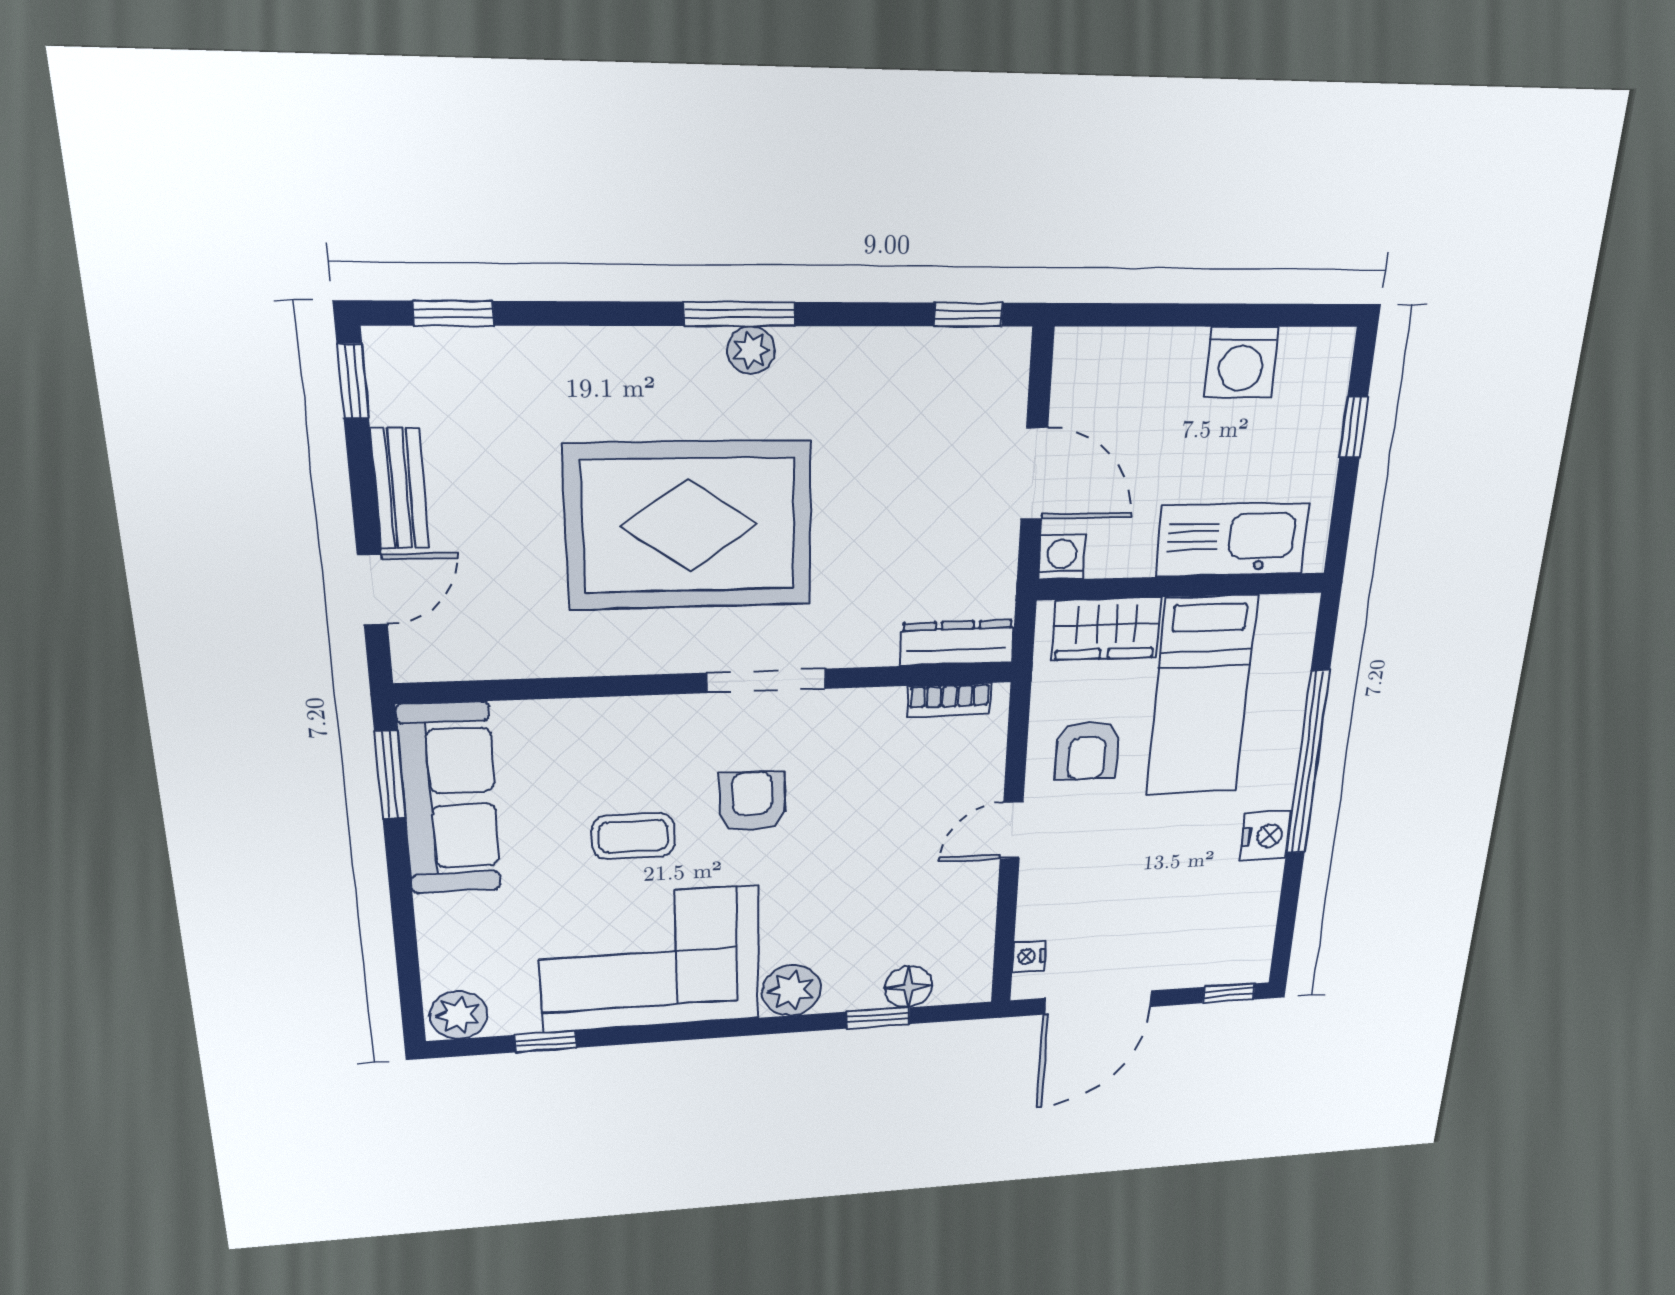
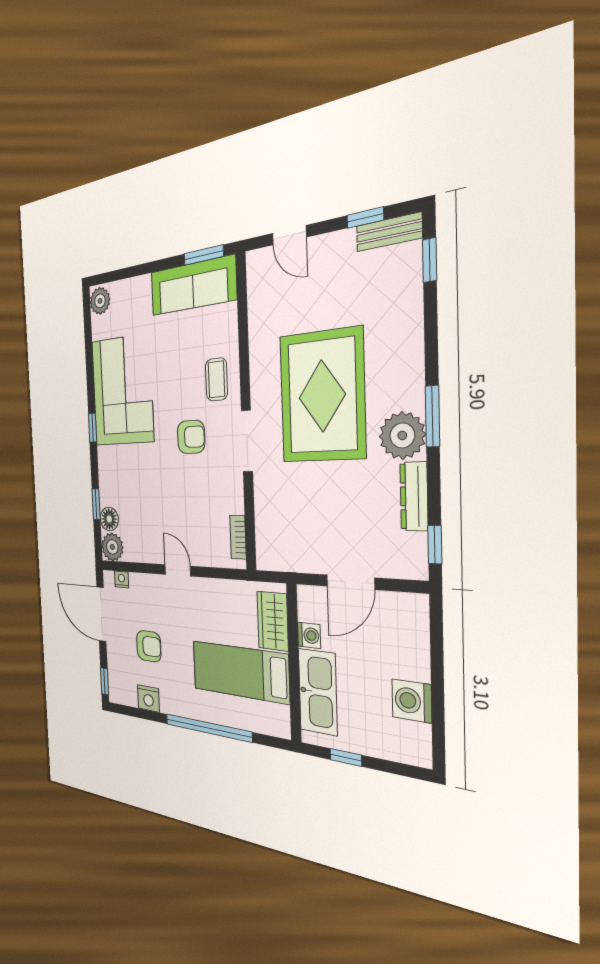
plant: (751, 350) -> (402, 435), width x1.88, depth x1.88
window: (353, 381) -> (365, 218), moved
window: (1354, 427) -> (346, 757), moved
bench: (400, 489) -> (389, 232), moved
washing machine: (1062, 557) -> (309, 635), moved
dresser: (957, 643) -> (414, 496), moved, turned 180
armchair: (1087, 750) -> (149, 646), moved, turned 180
coffee table: (633, 836) -> (216, 379), moved
nightstand: (1266, 836) -> (148, 698), moved
plant: (791, 990) -> (112, 547), moved
window: (546, 1041) -> (93, 428), moved

